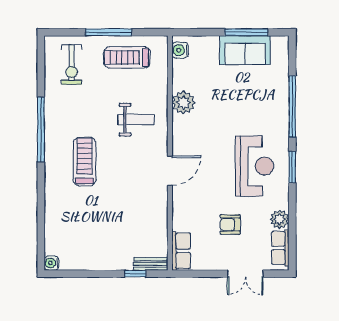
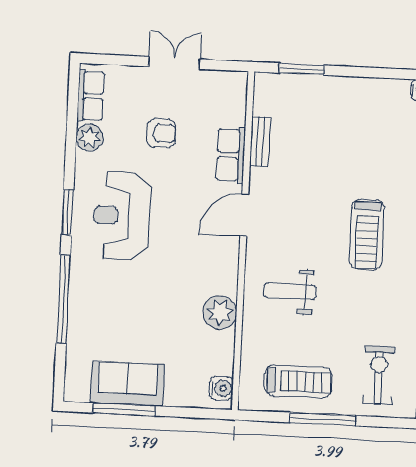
row of seats: (181, 251) -> (231, 155), moved
bench: (151, 264) -> (260, 142), moved, turned 90
window: (135, 274) -> (301, 69), width x1.50
double door: (245, 274) -> (174, 63), moved

